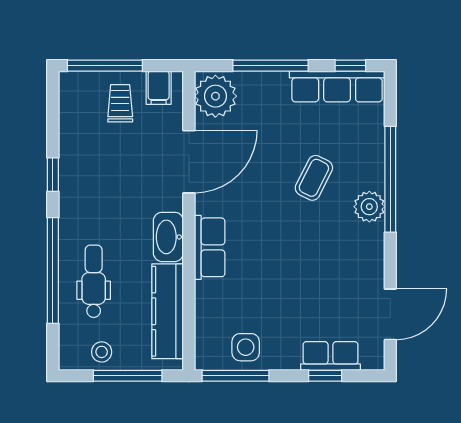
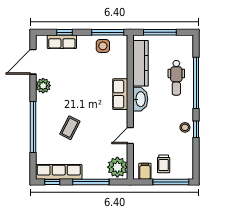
door: (189, 162) -> (130, 136), width x0.53
plant: (369, 207) -> (43, 86), moved
stool: (102, 352) -> (185, 127), moved

